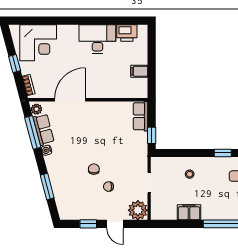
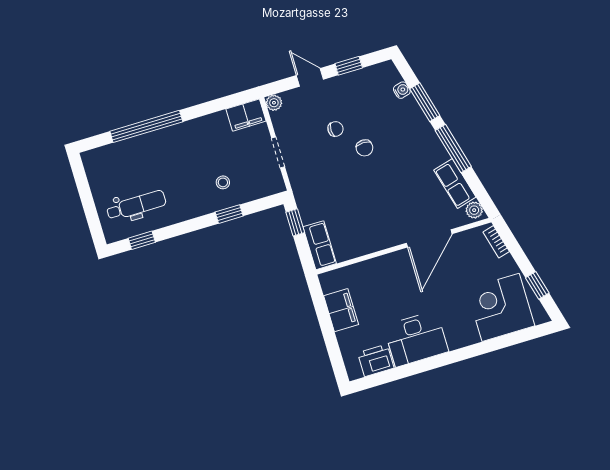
window: (15, 63) -> (537, 285), moved
filing cabinet: (139, 71) -> (341, 310), width x2.00
window: (33, 132) -> (453, 149), moved
water cooler: (47, 150) -> (402, 90), moved
window: (223, 153) -> (229, 214), moved
plant: (138, 210) -> (274, 103), width x0.53, depth x0.53
filing cabinet: (189, 212) -> (246, 115), moved

